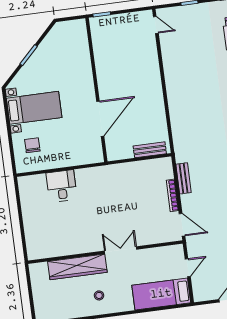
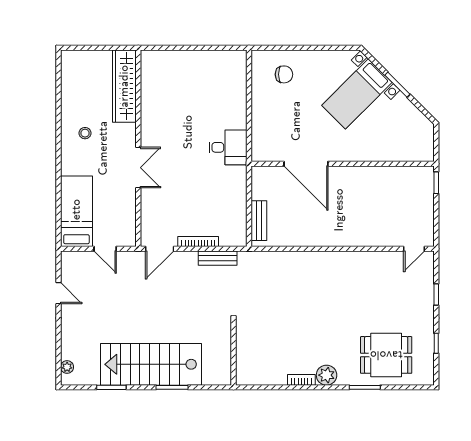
bed with nightstands: (34, 108) -> (357, 94), moved, turned 45
desk: (62, 186) -> (228, 147), moved
wardrobe: (77, 267) -> (124, 86), moved

